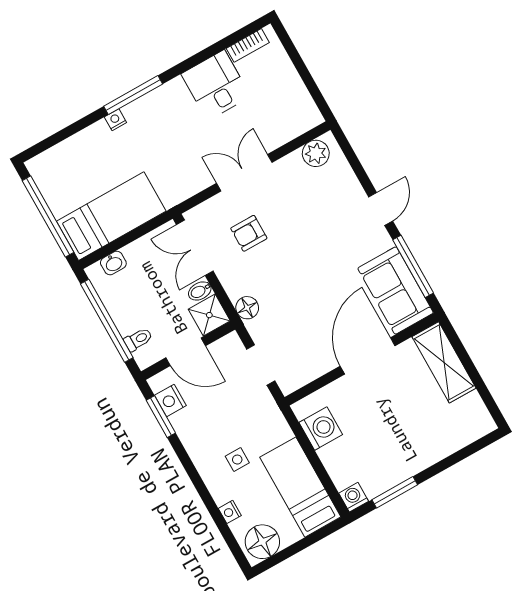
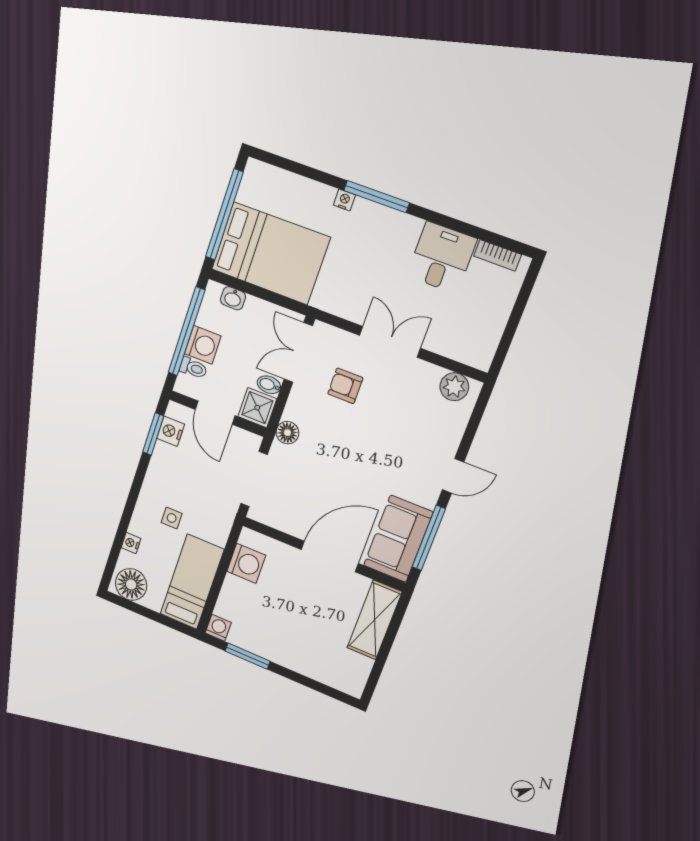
bed: (111, 216) -> (270, 253), width x1.50
washing machine: (127, 317) -> (203, 345), added
doorway: (261, 365) -> (254, 479), width x1.38

